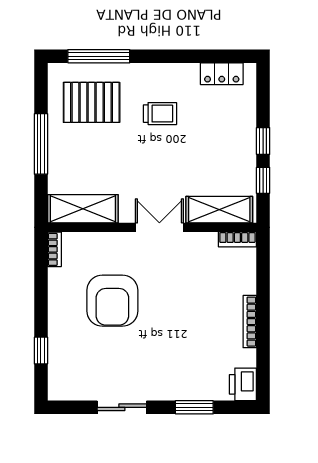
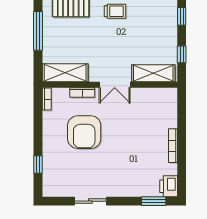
window: (263, 141) -> (182, 16), moved
double door: (159, 227) -> (115, 85), swing flipped
bookcase: (237, 239) -> (82, 93), moved
window: (194, 407) -> (154, 201), moved

